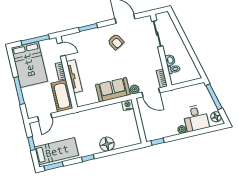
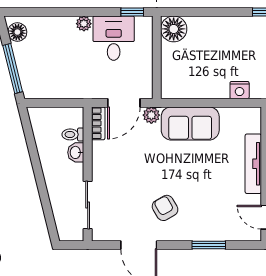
door: (151, 92) -> (124, 103), swing flipped
nightstand: (128, 105) -> (240, 90), moved
desk: (196, 118) -> (114, 38), moved
floor lamp: (107, 144) -> (174, 29), moved

